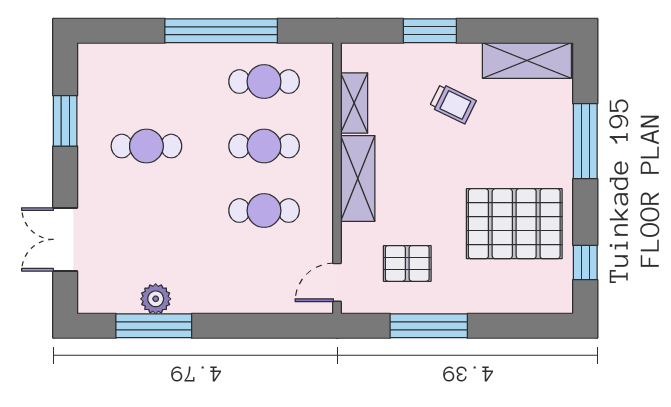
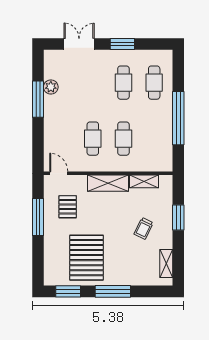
shelving: (527, 60) -> (166, 264), width x0.67, depth x0.75
cafe table: (264, 82) -> (154, 83), moved
window: (65, 121) -> (122, 44), moved
window: (585, 141) -> (113, 291), moved
window: (585, 262) -> (68, 291), width x1.50
window: (154, 326) -> (38, 99), moved

